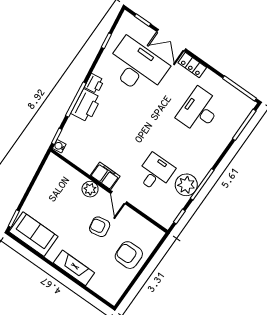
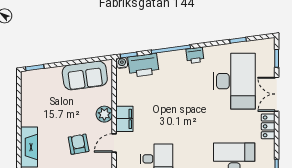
printer: (86, 106) -> (143, 65), moved
sofa: (34, 234) -> (85, 75), moved, turned 82

